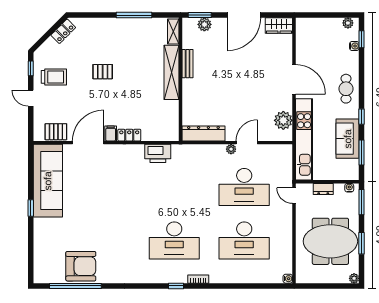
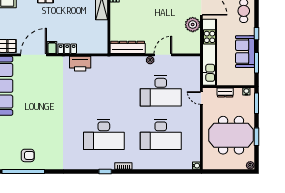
plant: (283, 120) -> (193, 25), moved
printer: (158, 153) -> (80, 64), moved
armchair: (81, 266) -> (28, 155), width x0.53, depth x0.53

